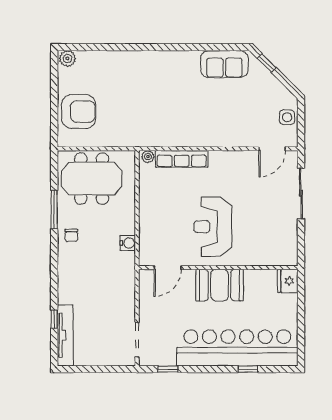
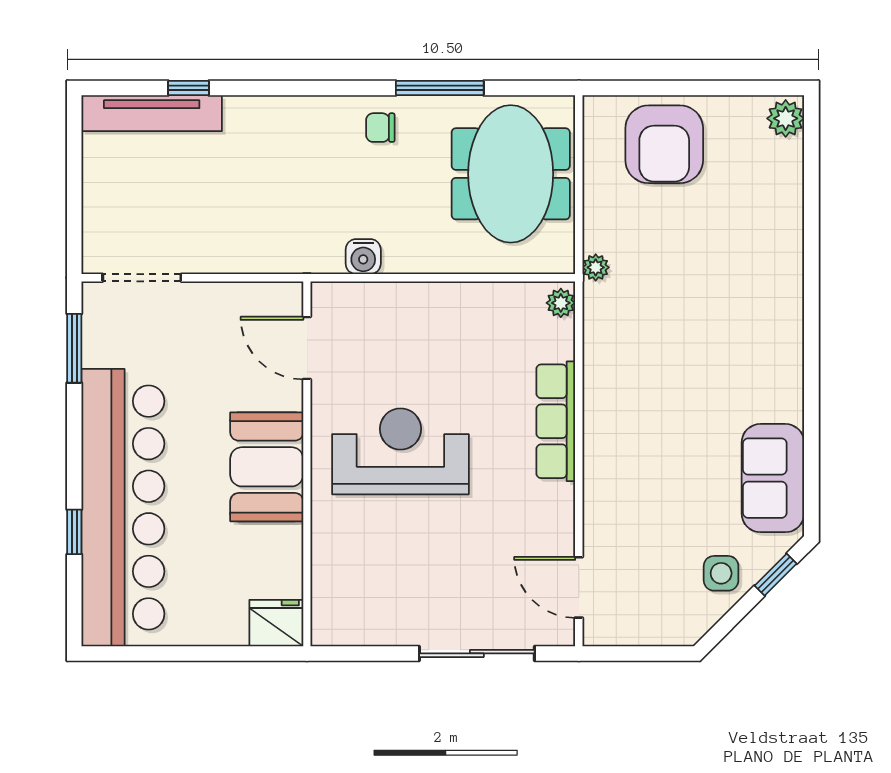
side table: (287, 117) -> (721, 573), moved
plant: (132, 141) -> (596, 267), added
row of seats: (182, 159) -> (556, 421), moved
window: (168, 369) -> (74, 348), width x1.50

